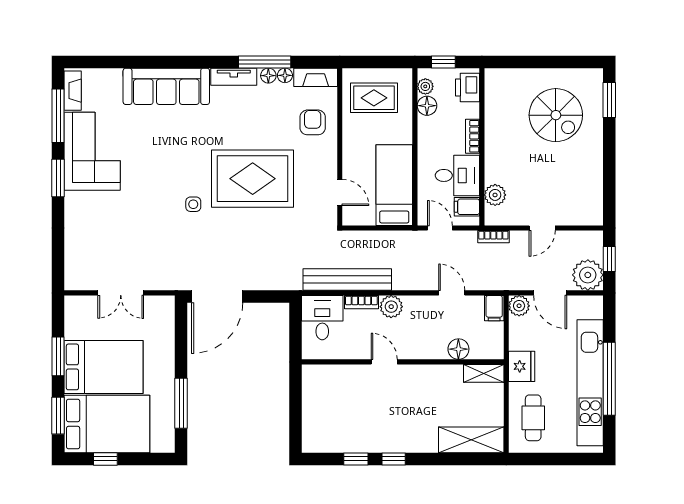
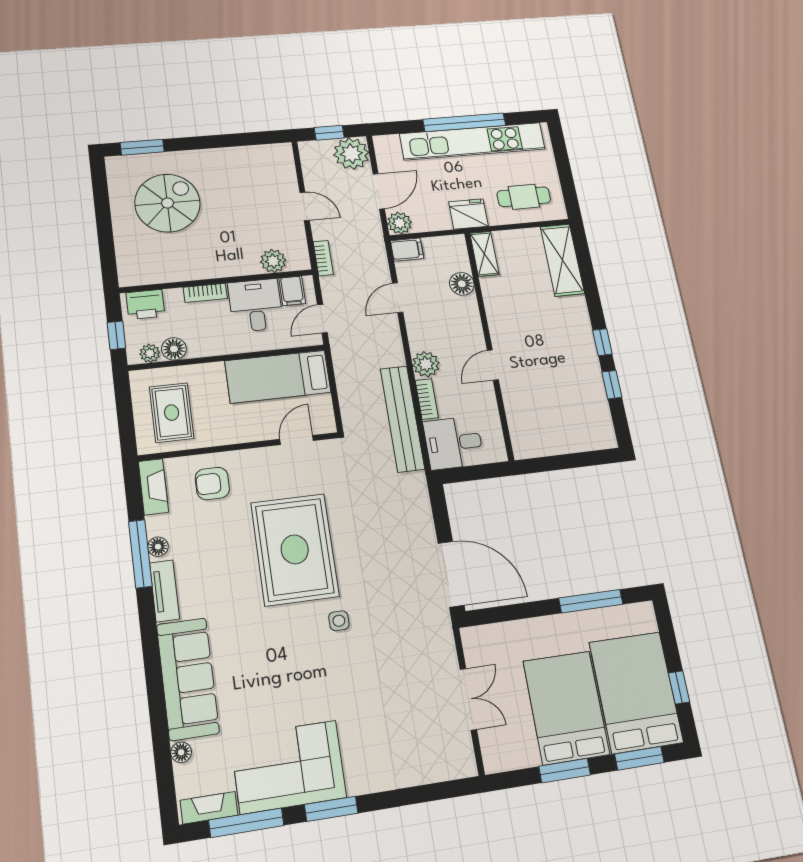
floor lamp: (285, 75) -> (181, 752), moved

